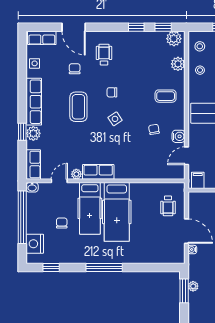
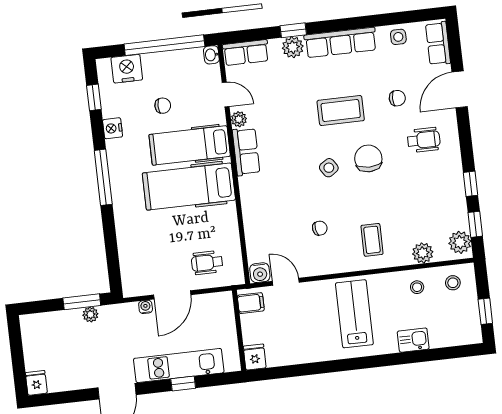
chair: (112, 92) -> (368, 158), width x1.87, depth x1.87
water cooler: (179, 136) -> (260, 273), moved
nightstand: (73, 258) -> (113, 128), added

